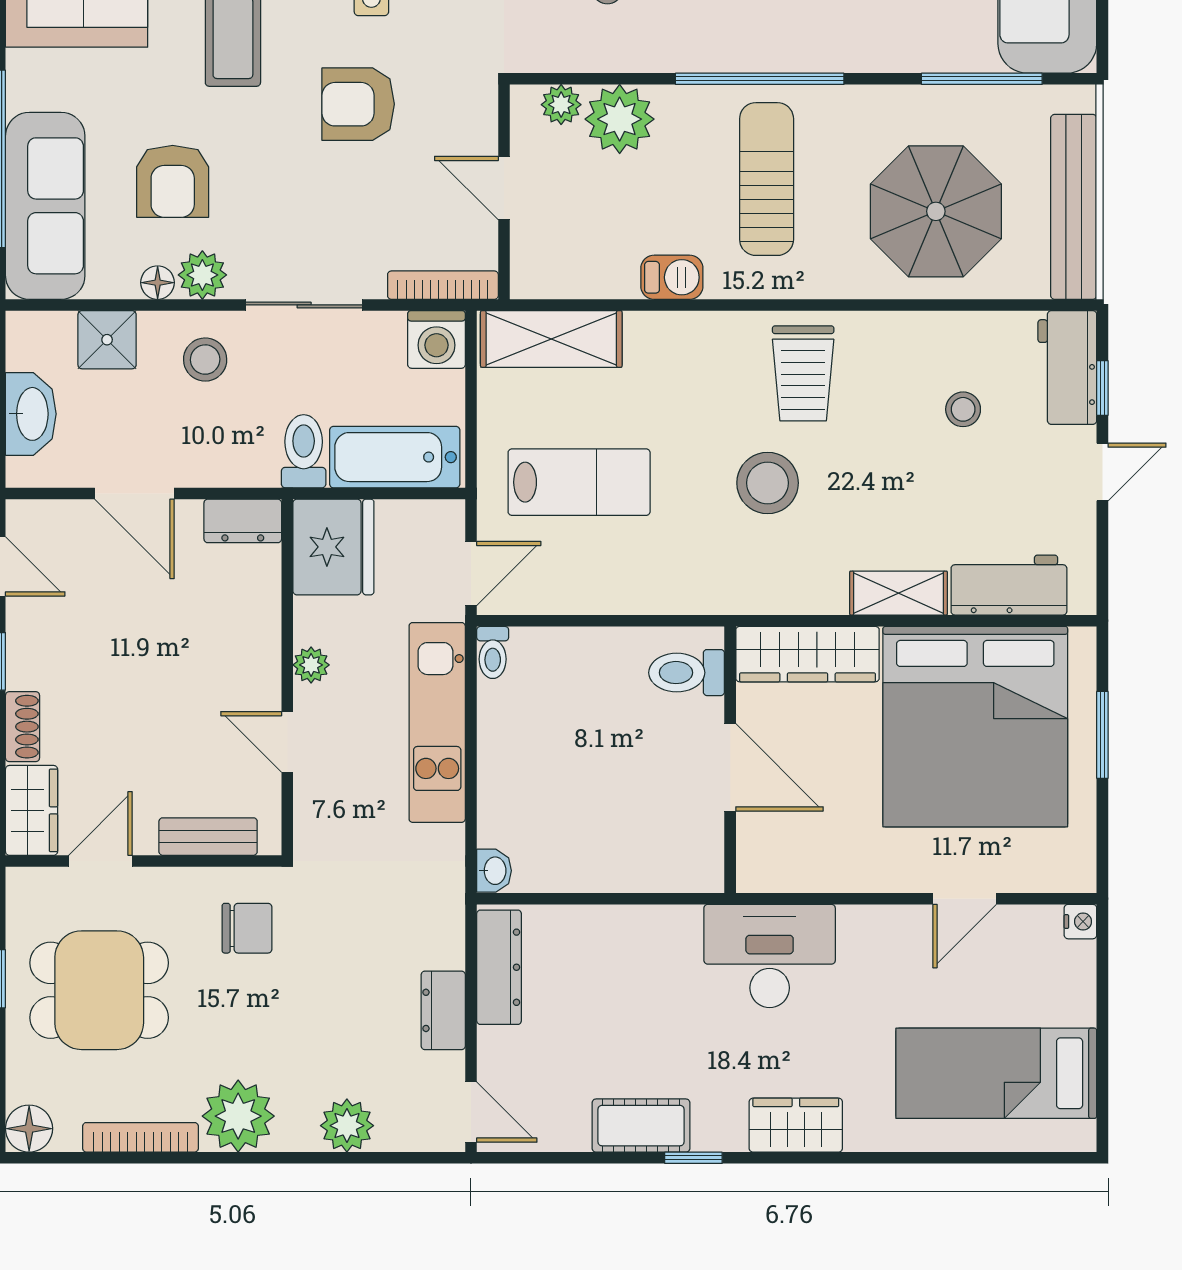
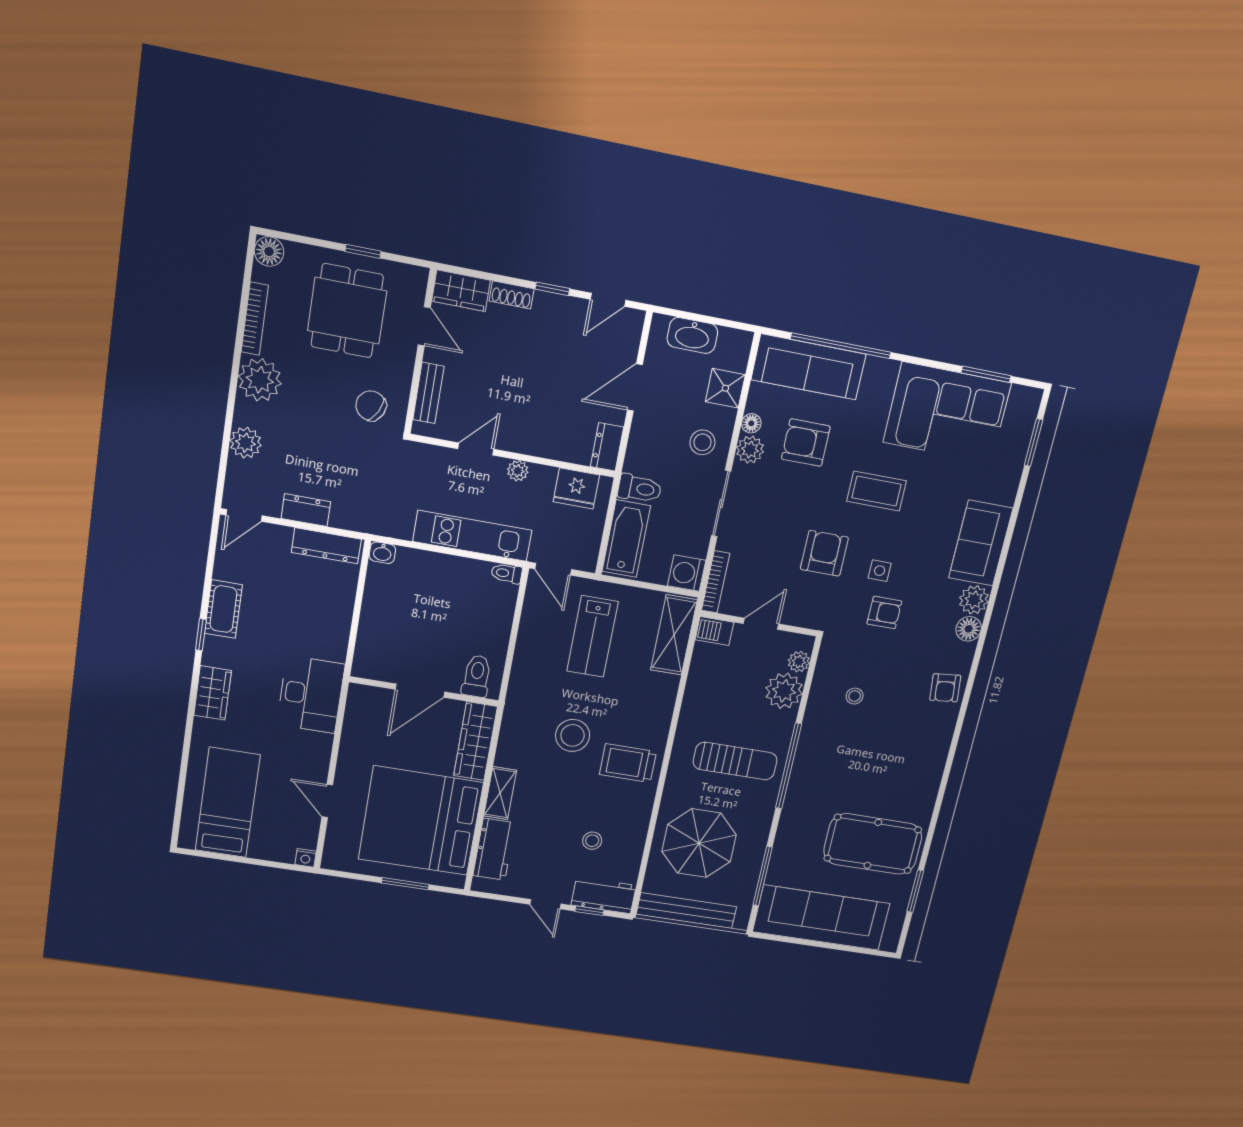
barbecue: (672, 277) -> (714, 631), moved, turned 90
fridge: (333, 547) -> (576, 488), width x0.73, depth x0.75
chair: (247, 928) -> (371, 406), turned 118

